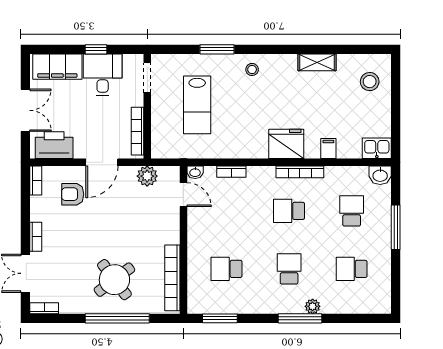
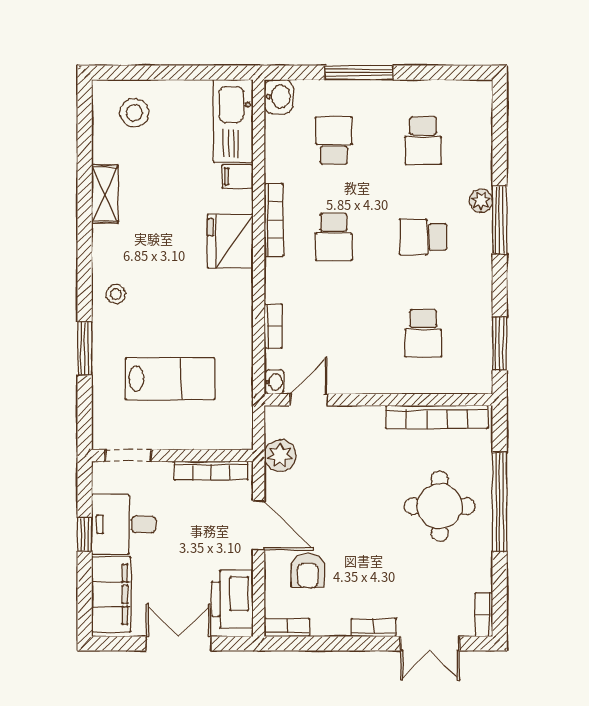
kitchen sink: (377, 148) -> (233, 121), width x1.87, depth x1.24
school desk: (352, 211) -> (334, 141), turned 90
round table: (114, 280) -> (440, 506), turned 37

